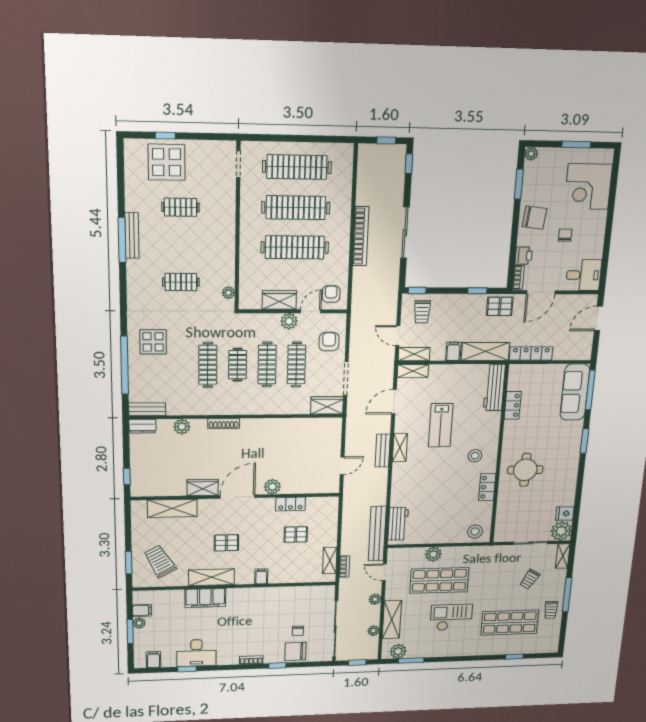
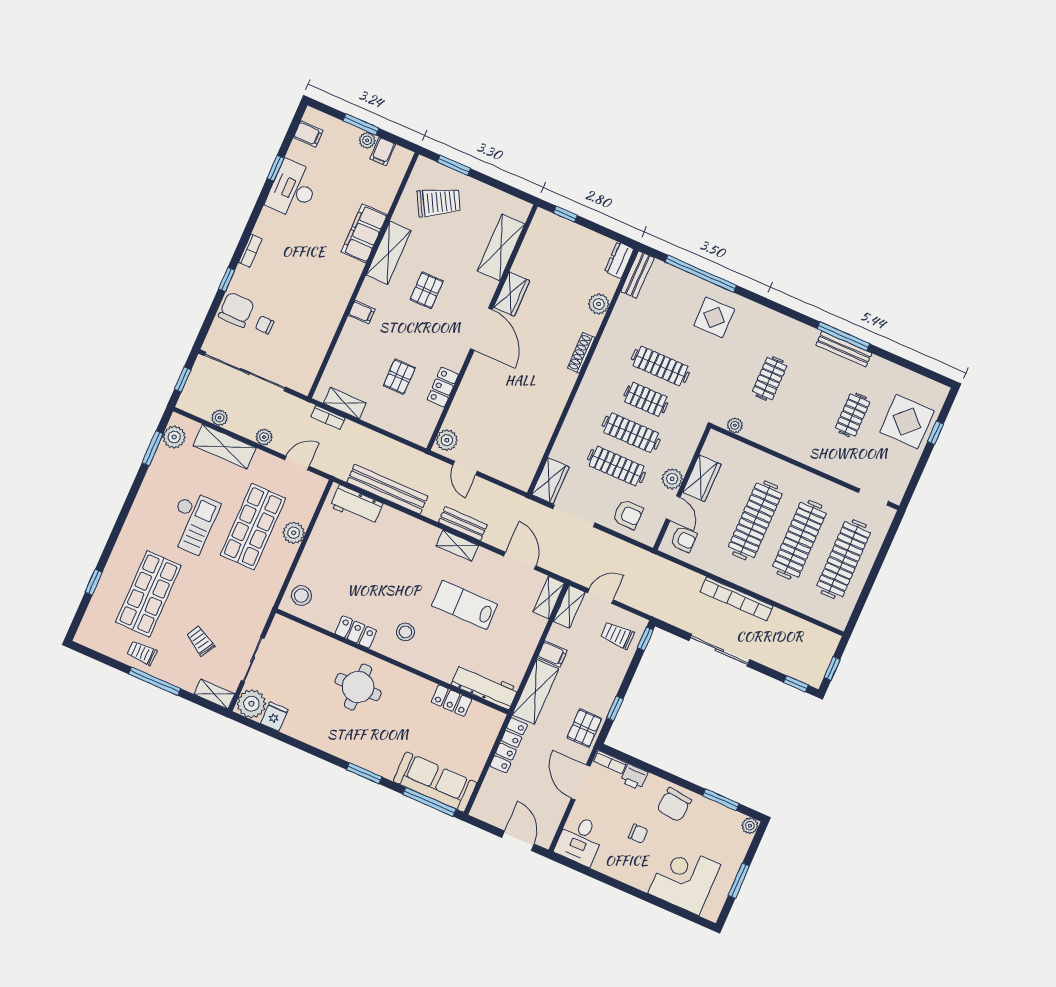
plant: (272, 487) -> (447, 440), moved
bench: (377, 534) -> (387, 489), moved

